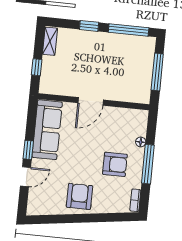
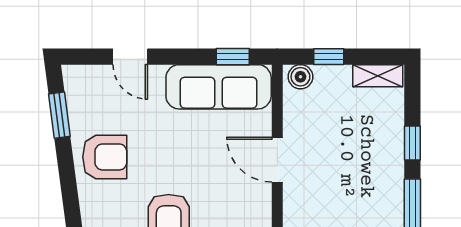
boiler: (46, 84) -> (300, 77), added
window: (28, 150) -> (233, 57), moved
window: (54, 219) -> (59, 115), added

